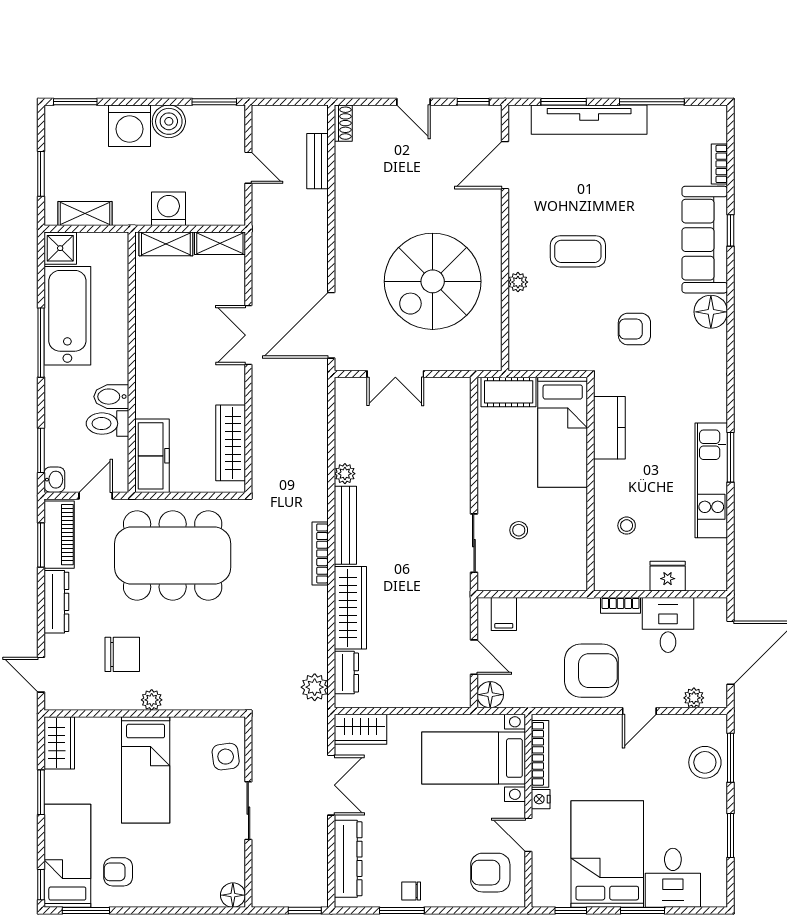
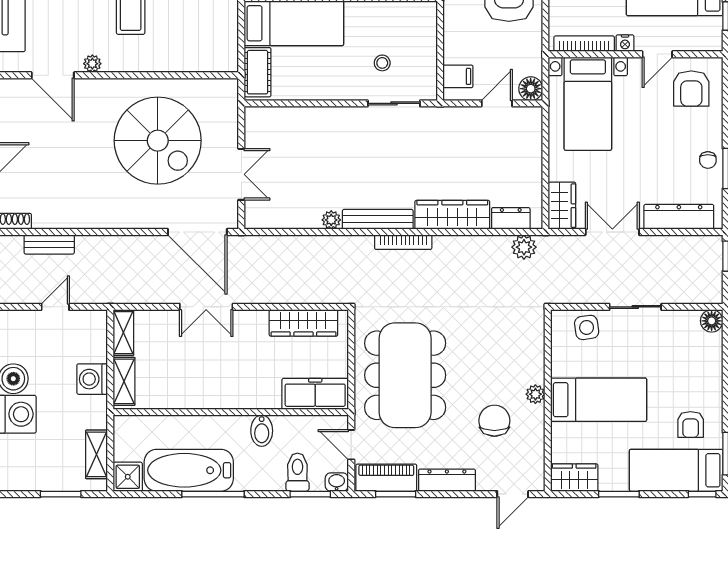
plant: (518, 282) -> (92, 64), moved
toilet: (107, 424) -> (297, 472), moved, turned 180

